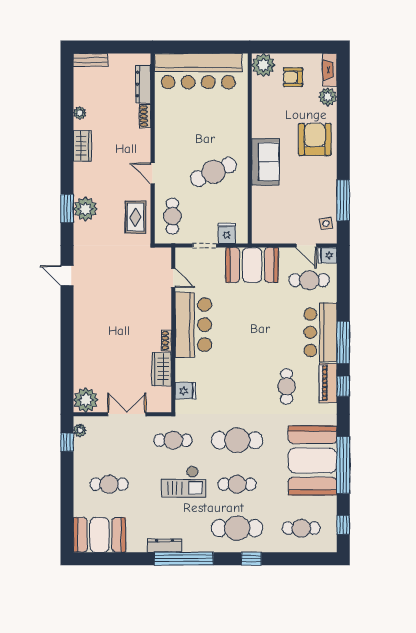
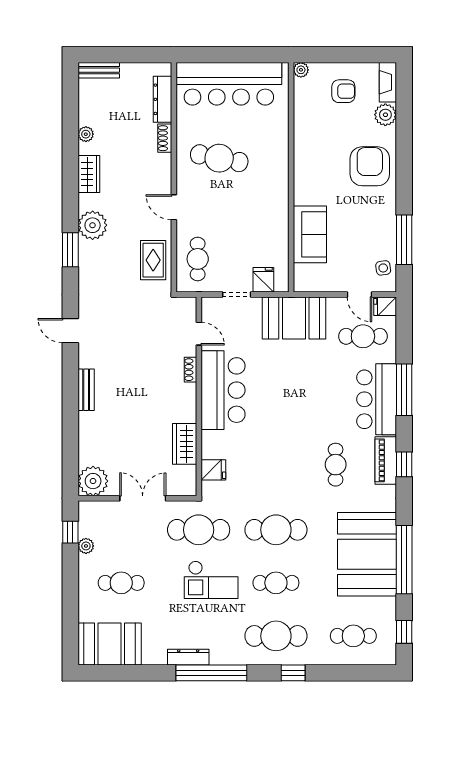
plant: (263, 65) -> (301, 70), width x0.53, depth x0.53
armchair: (293, 77) -> (343, 91), turned 180
sofa: (265, 162) -> (310, 234), moved
cafe table: (214, 172) -> (219, 158), moved, turned 35
plant: (85, 209) -> (93, 225), moved
bench: (80, 324) -> (86, 390), added
shoe rack: (166, 340) -> (190, 370), moved
window: (343, 343) -> (404, 390), moved
plant: (80, 430) -> (86, 546), moved
cafe table: (173, 440) -> (199, 530), width x1.37, depth x1.35

